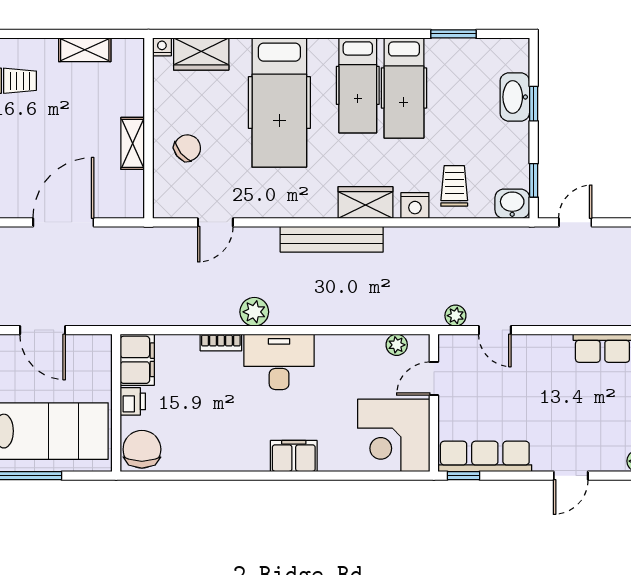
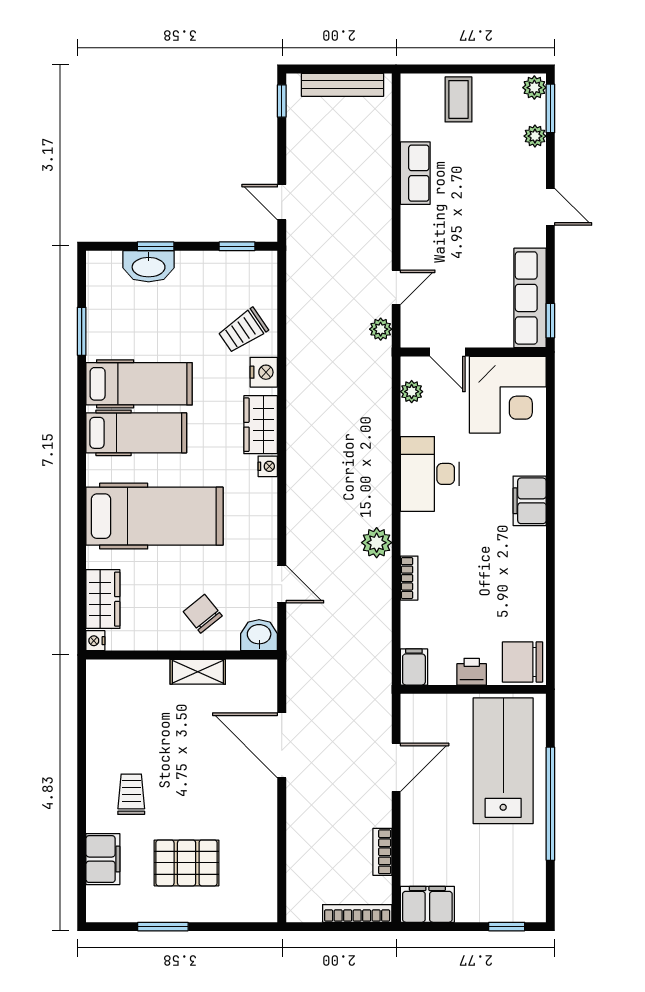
shelving: (85, 50) -> (98, 723), removed
trolley: (454, 186) -> (243, 330), turned -34
washbasin: (512, 204) -> (259, 635), moved, turned 90
nightstand: (326, 209) -> (268, 466), added
bench: (332, 239) -> (300, 461), removed
filing cabinet: (137, 360) -> (414, 667), width x0.50
desk: (279, 362) -> (430, 474), moved

